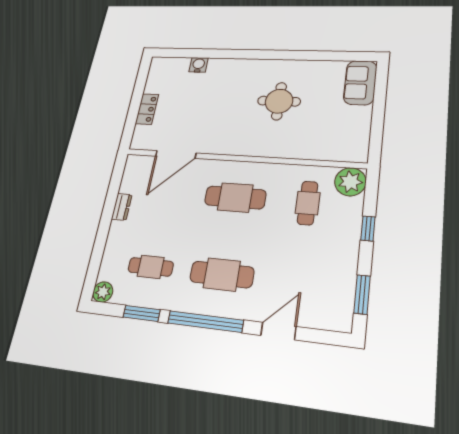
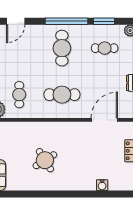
round table: (279, 101) -> (45, 160), turned -32
cafe table: (222, 274) -> (62, 48), turned 90
door: (278, 331) -> (16, 21), moved

